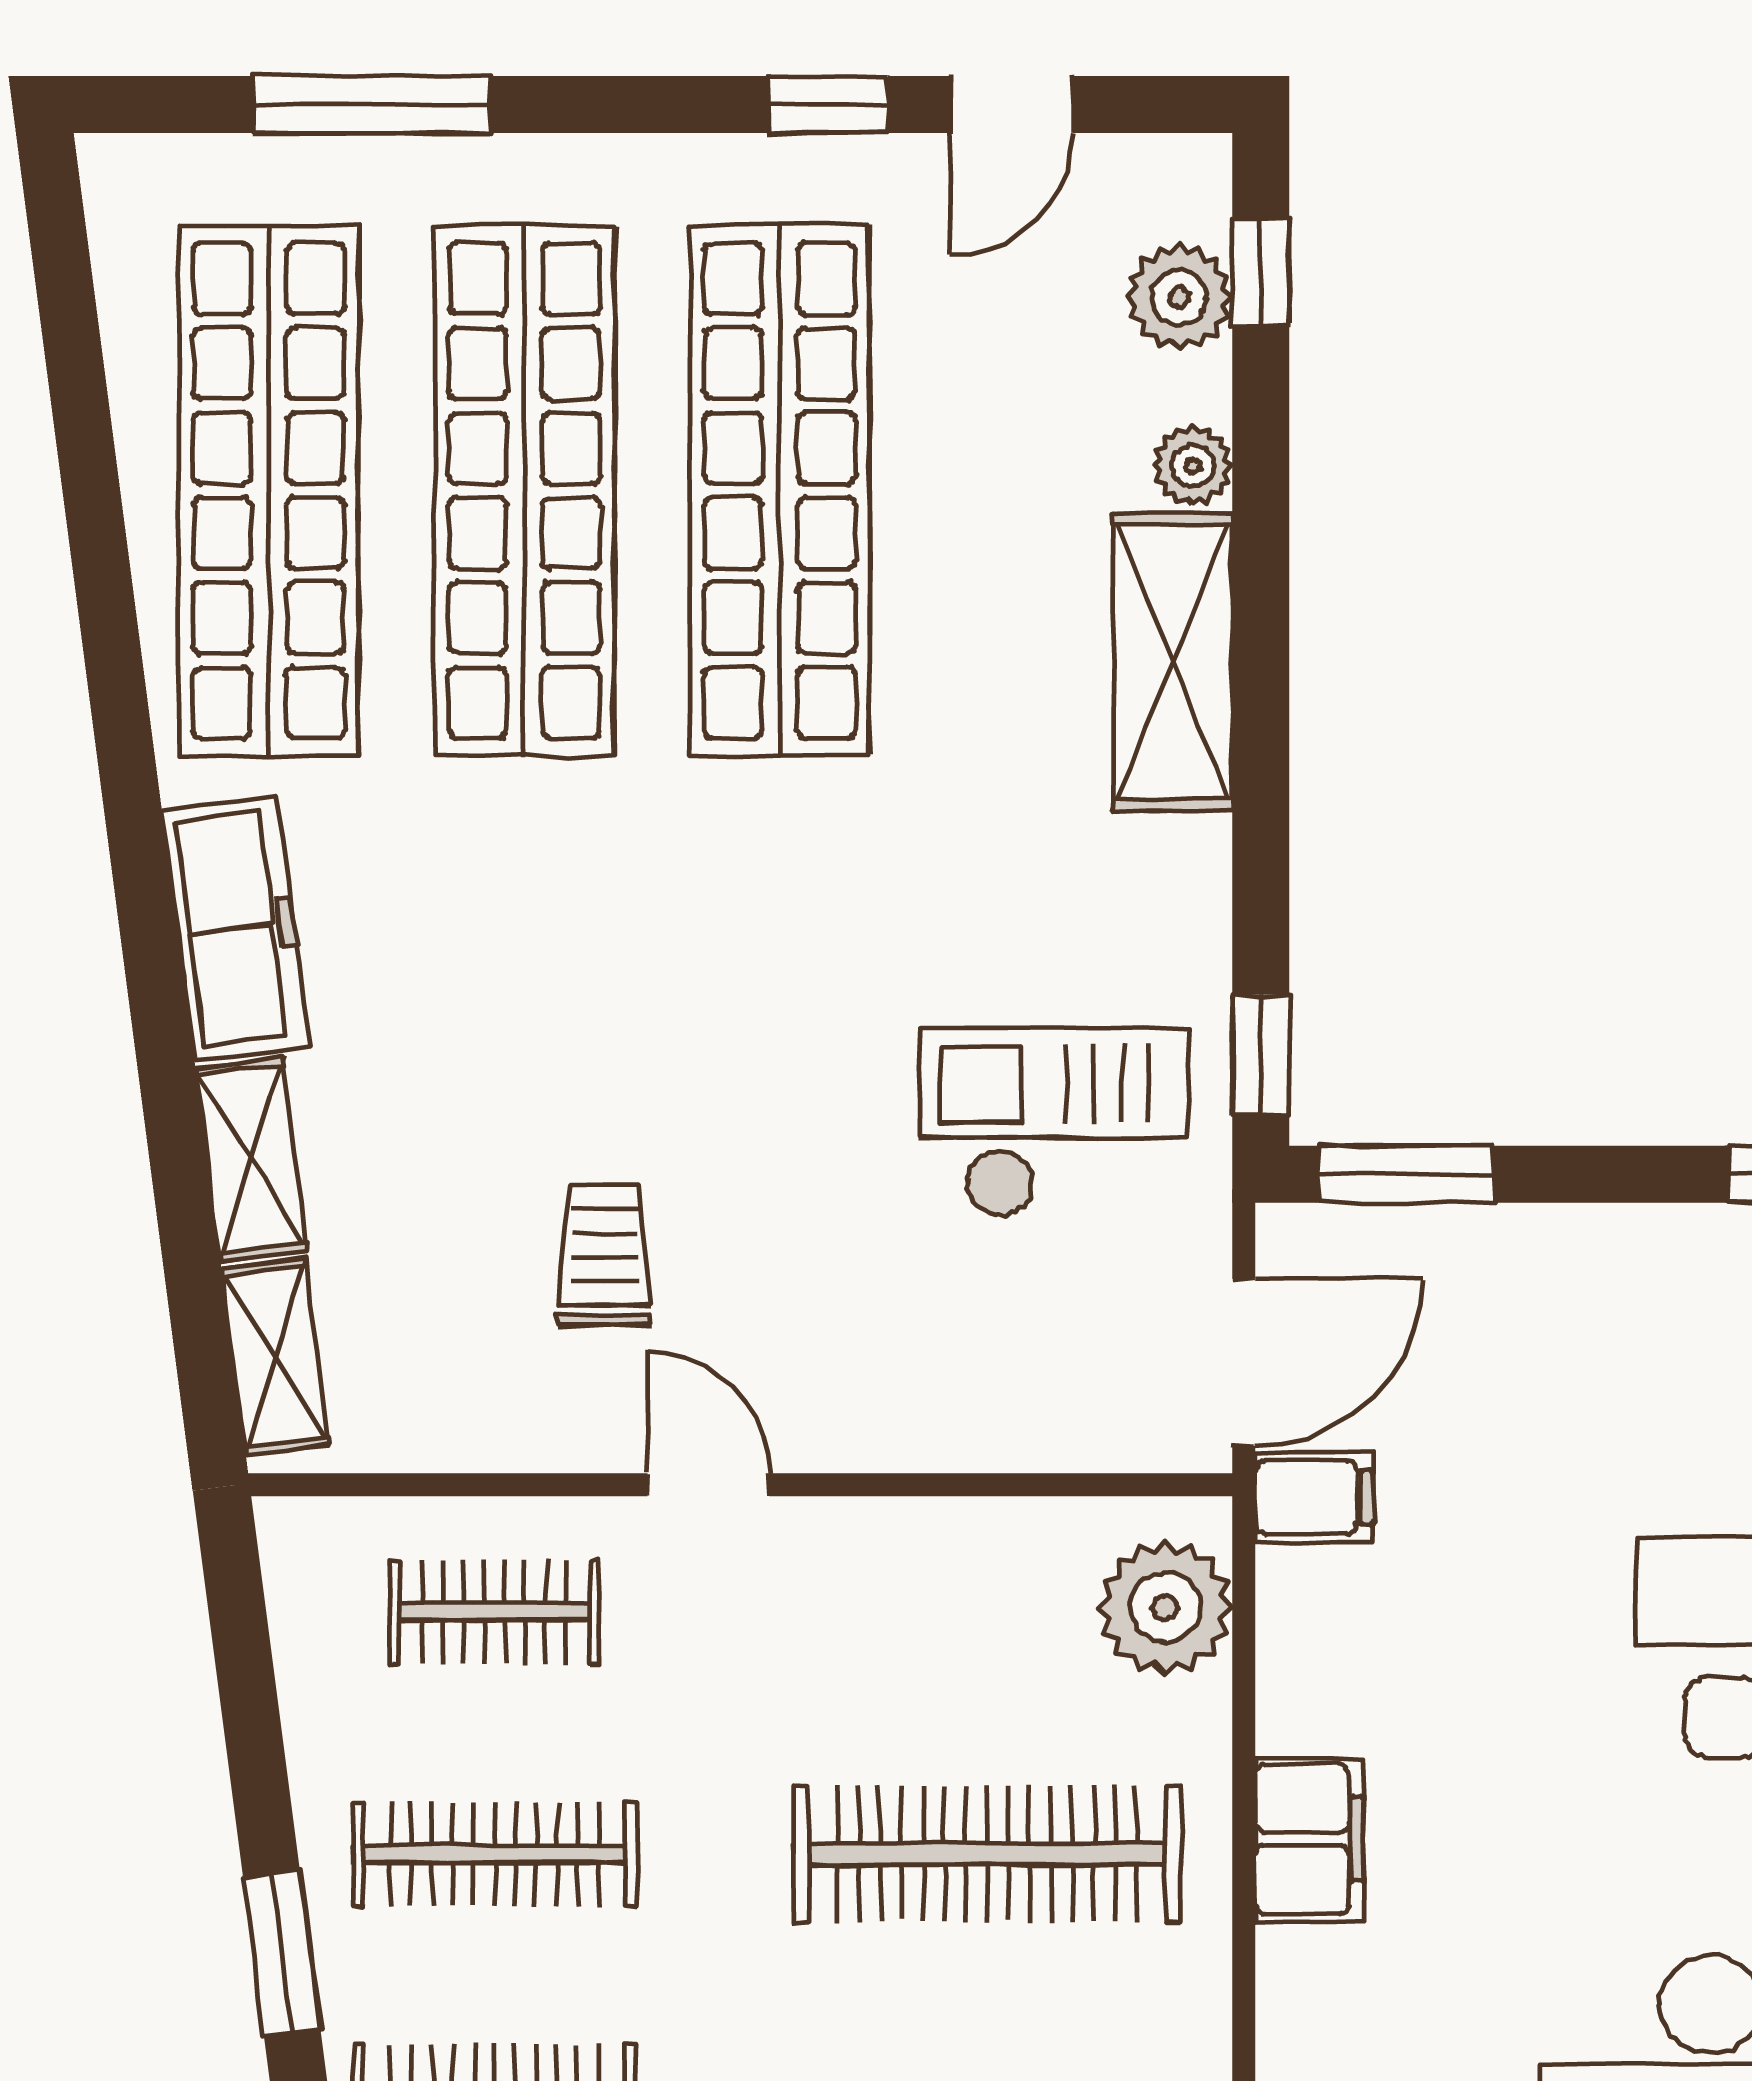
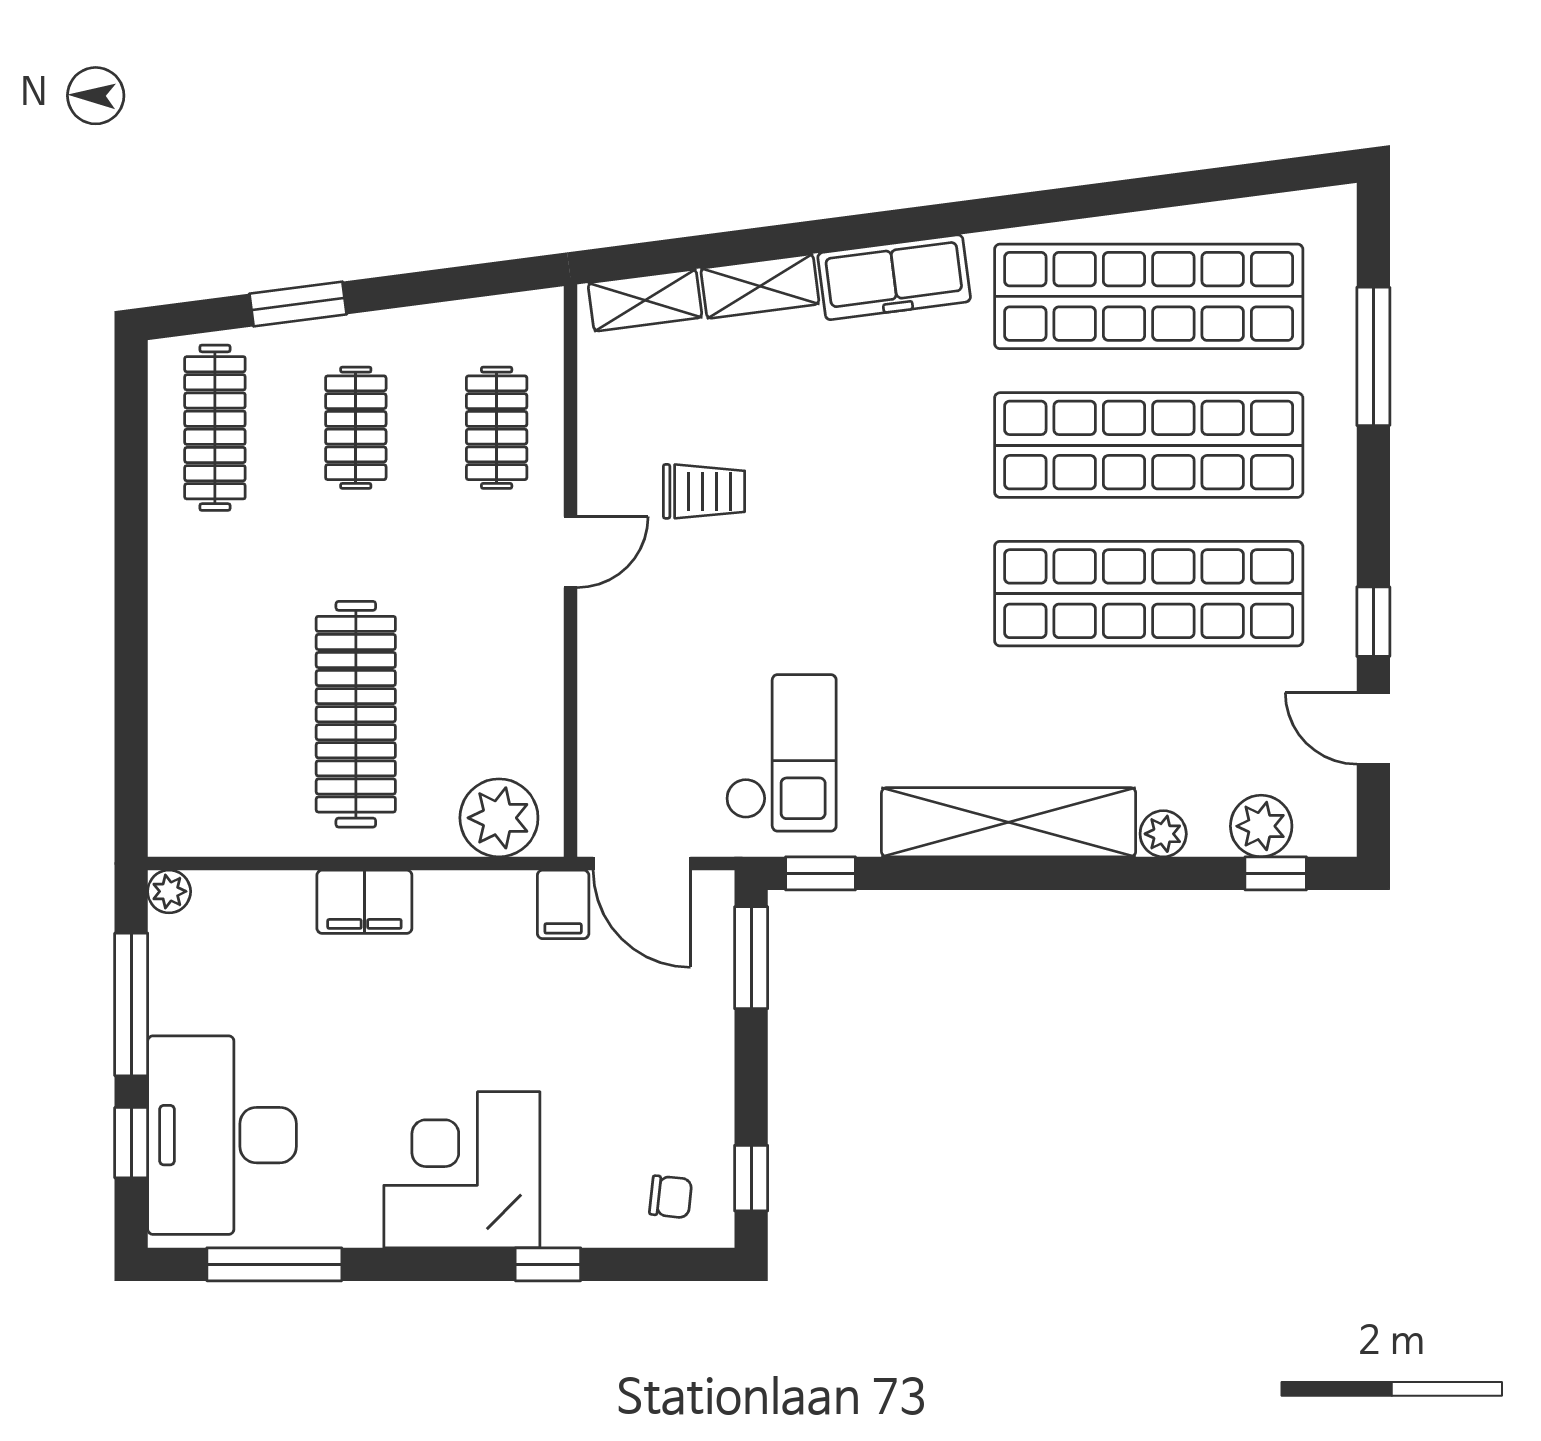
shelving: (1173, 662) -> (1009, 822), width x1.47
clothes rail: (495, 1854) -> (356, 428), width x0.73

